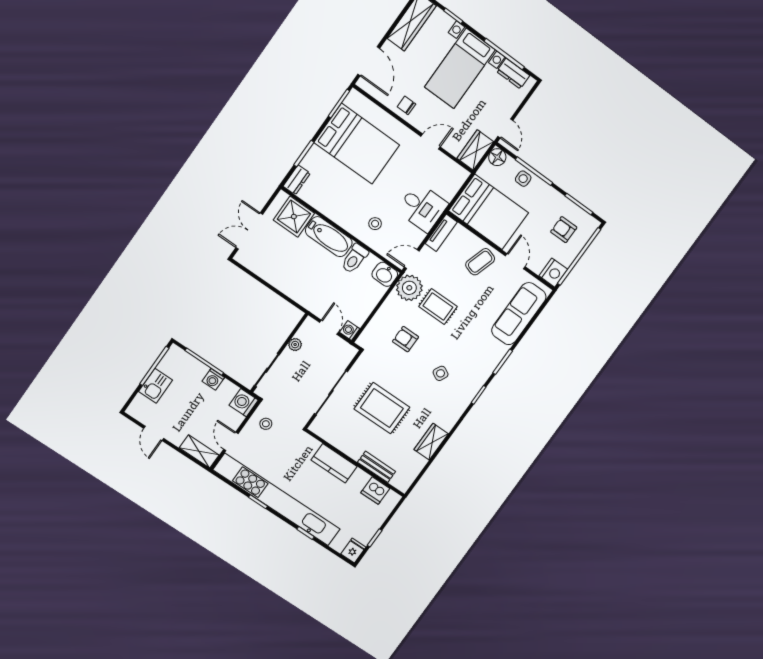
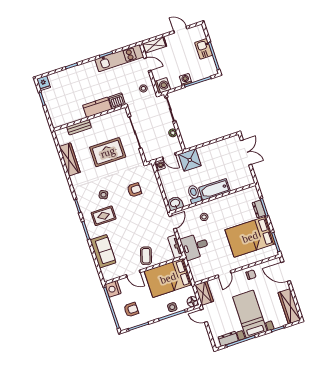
dresser: (297, 180) -> (259, 209), moved
shower: (294, 217) -> (190, 160), moved
plant: (409, 288) -> (159, 211), removed
rug: (438, 306) -> (104, 216), moved
sofa: (519, 314) -> (103, 251), width x0.73
wardrobe: (431, 442) -> (70, 159), width x1.50
dishwasher: (375, 491) -> (117, 101), moved
kitchen unit: (277, 500) -> (119, 58), width x0.54

